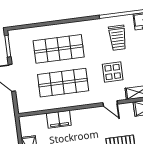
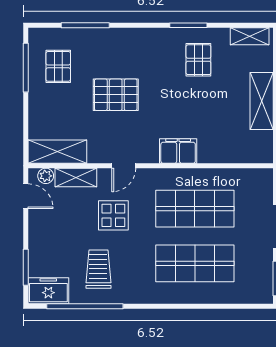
door: (110, 103) -> (124, 166), swing flipped
filing cabinet: (59, 119) -> (178, 151), moved

